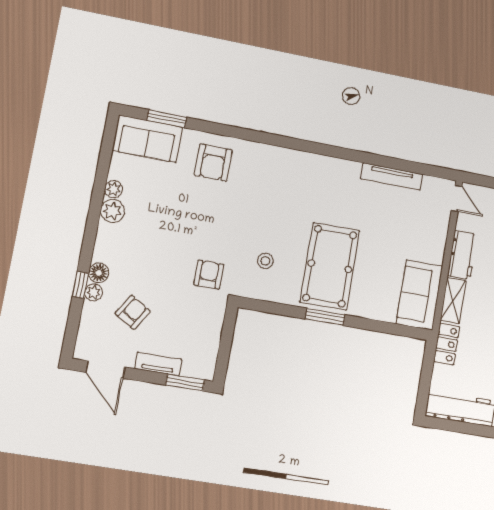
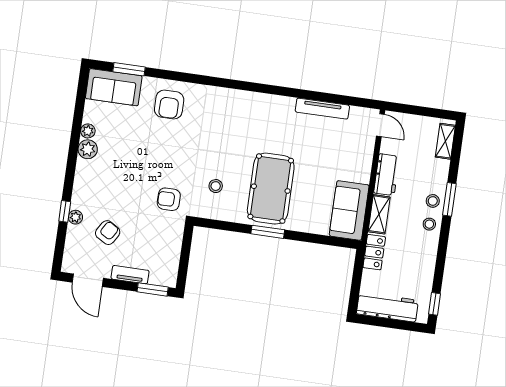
floor lamp: (99, 273) -> (79, 201), removed
armchair: (209, 275) -> (169, 199), turned -90

